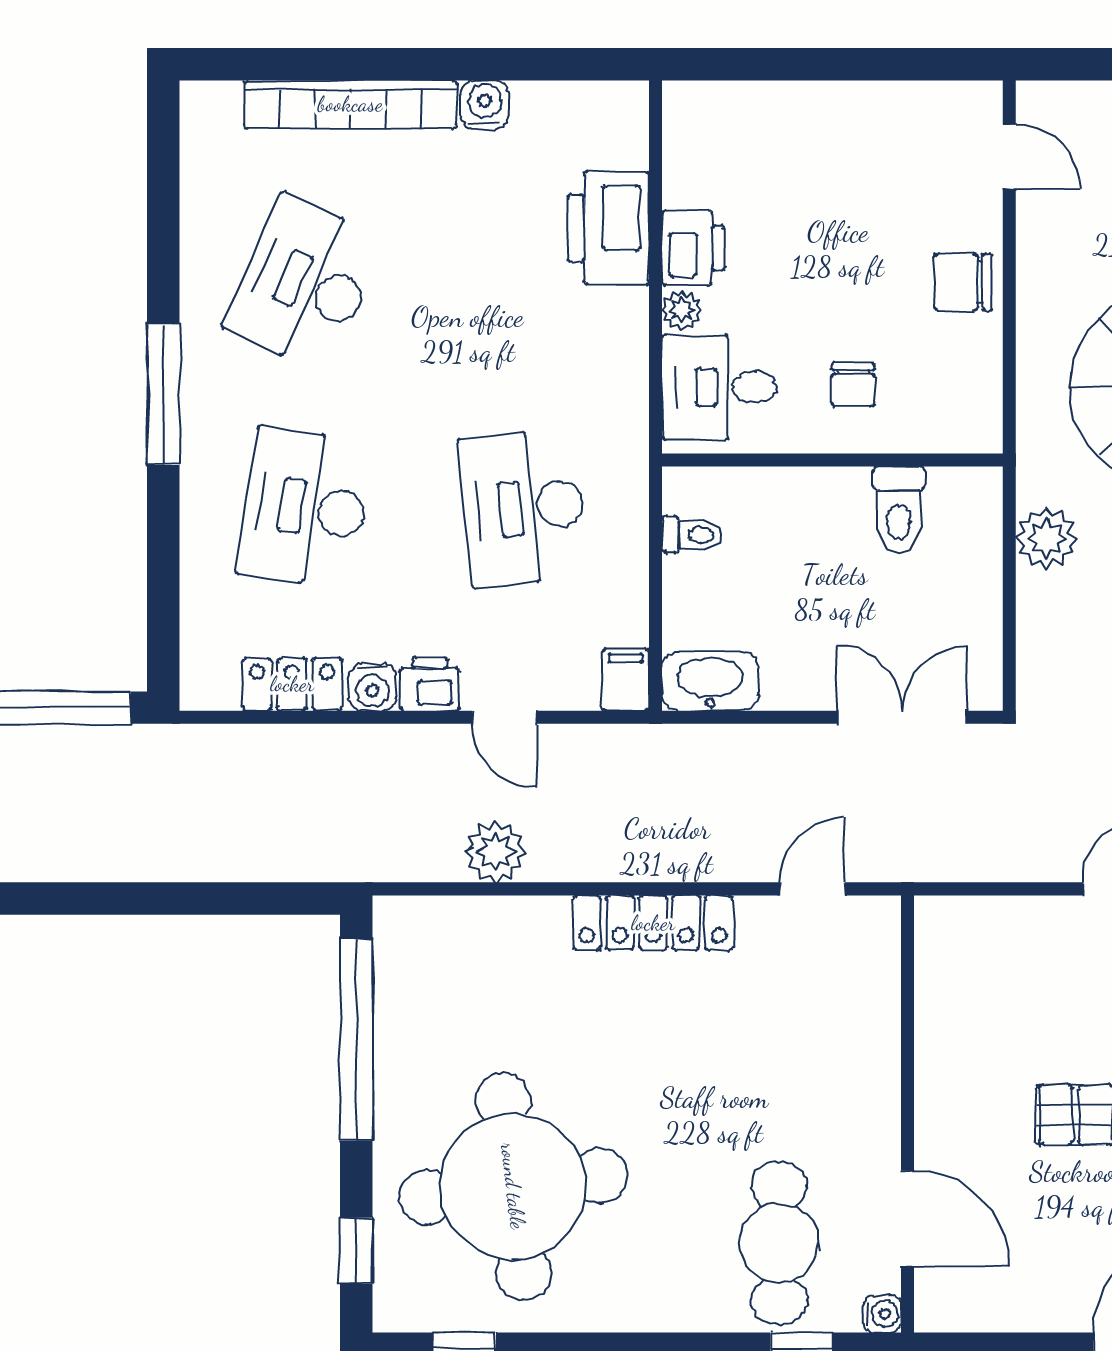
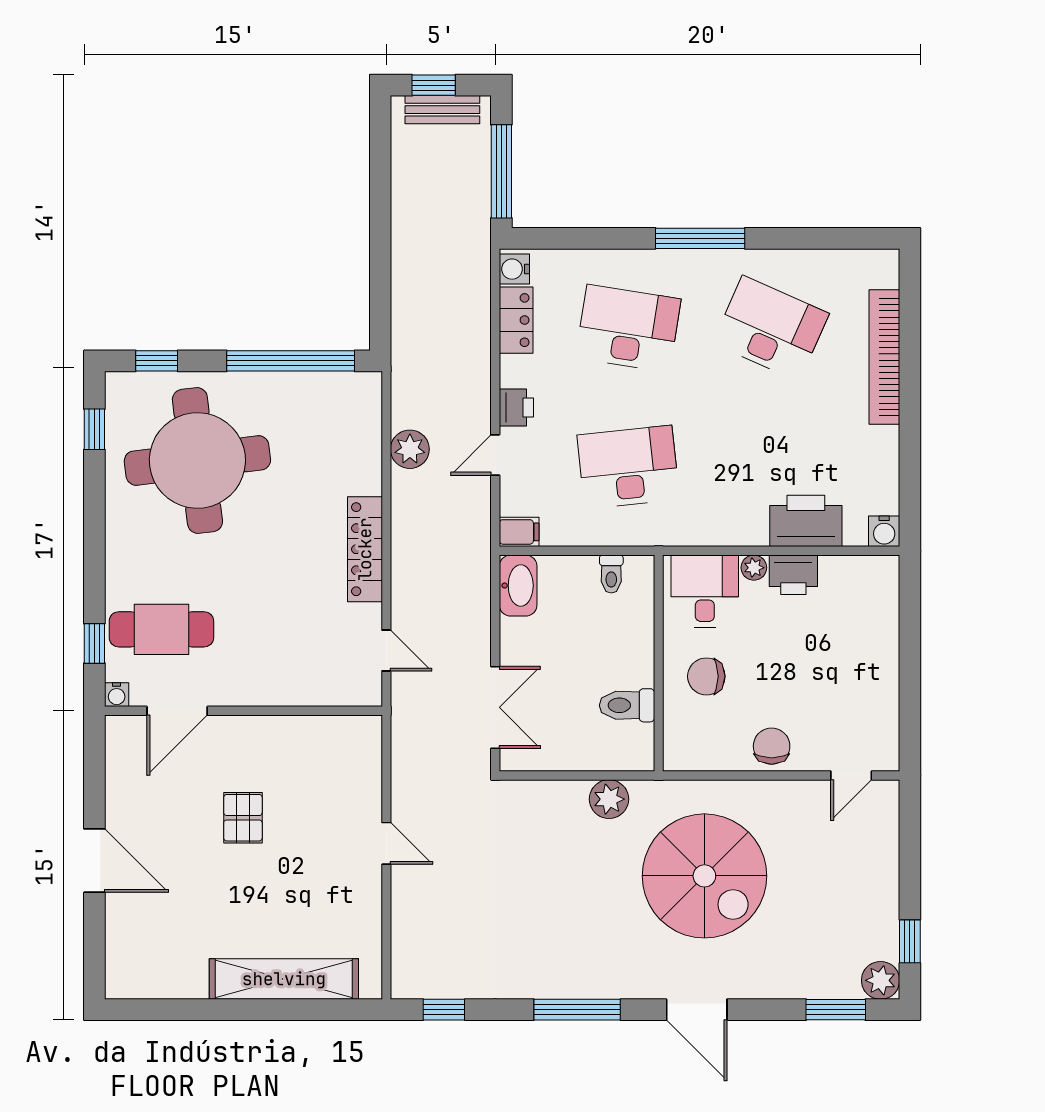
water cooler: (485, 105) -> (884, 531), moved, turned 90
chair: (853, 385) -> (706, 676), width x1.37, depth x1.37
water cooler: (372, 687) -> (514, 269), moved

